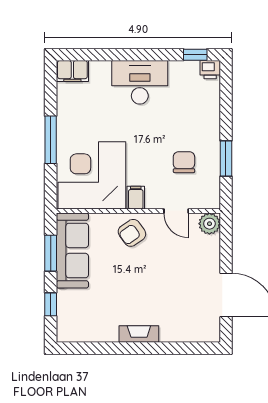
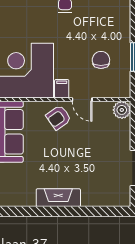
door: (176, 211) -> (82, 100), moved
fireplace: (139, 334) -> (58, 198), width x1.37, depth x1.32

